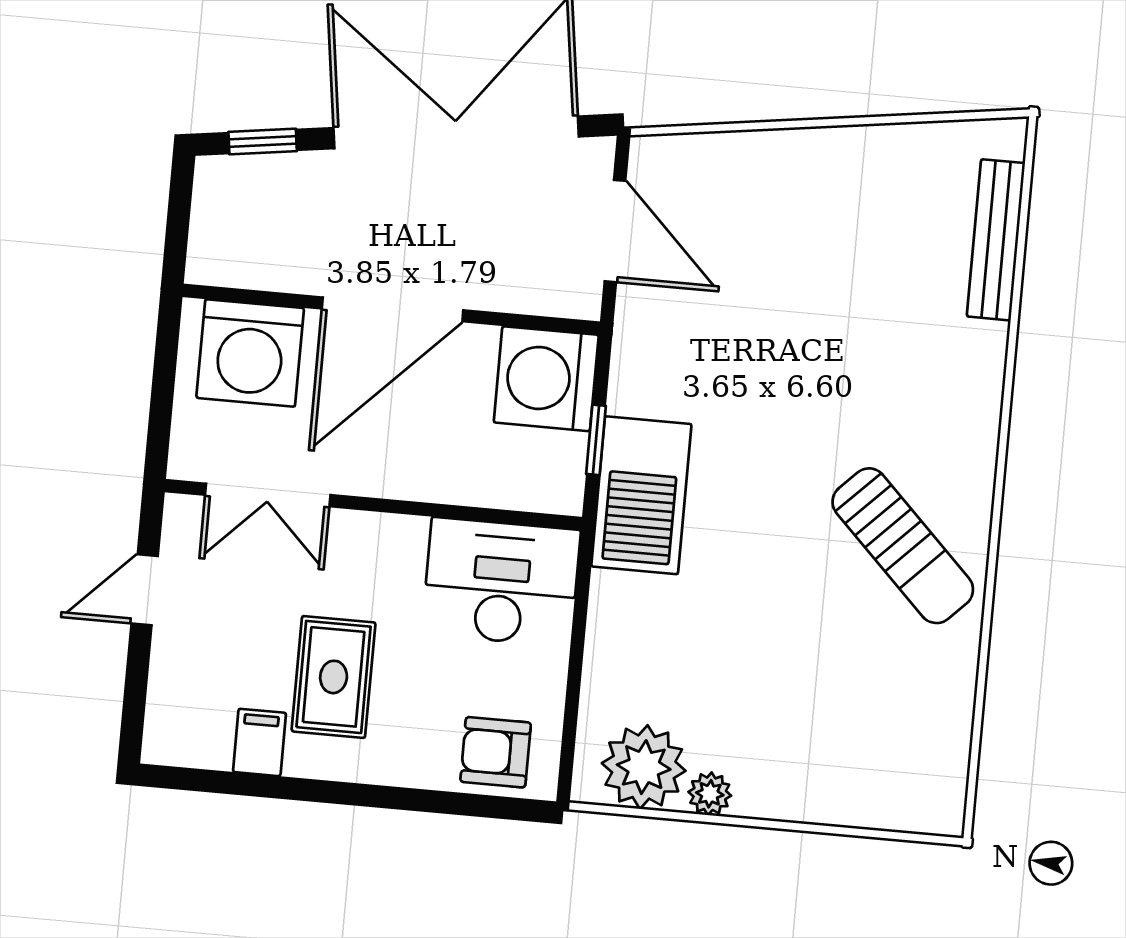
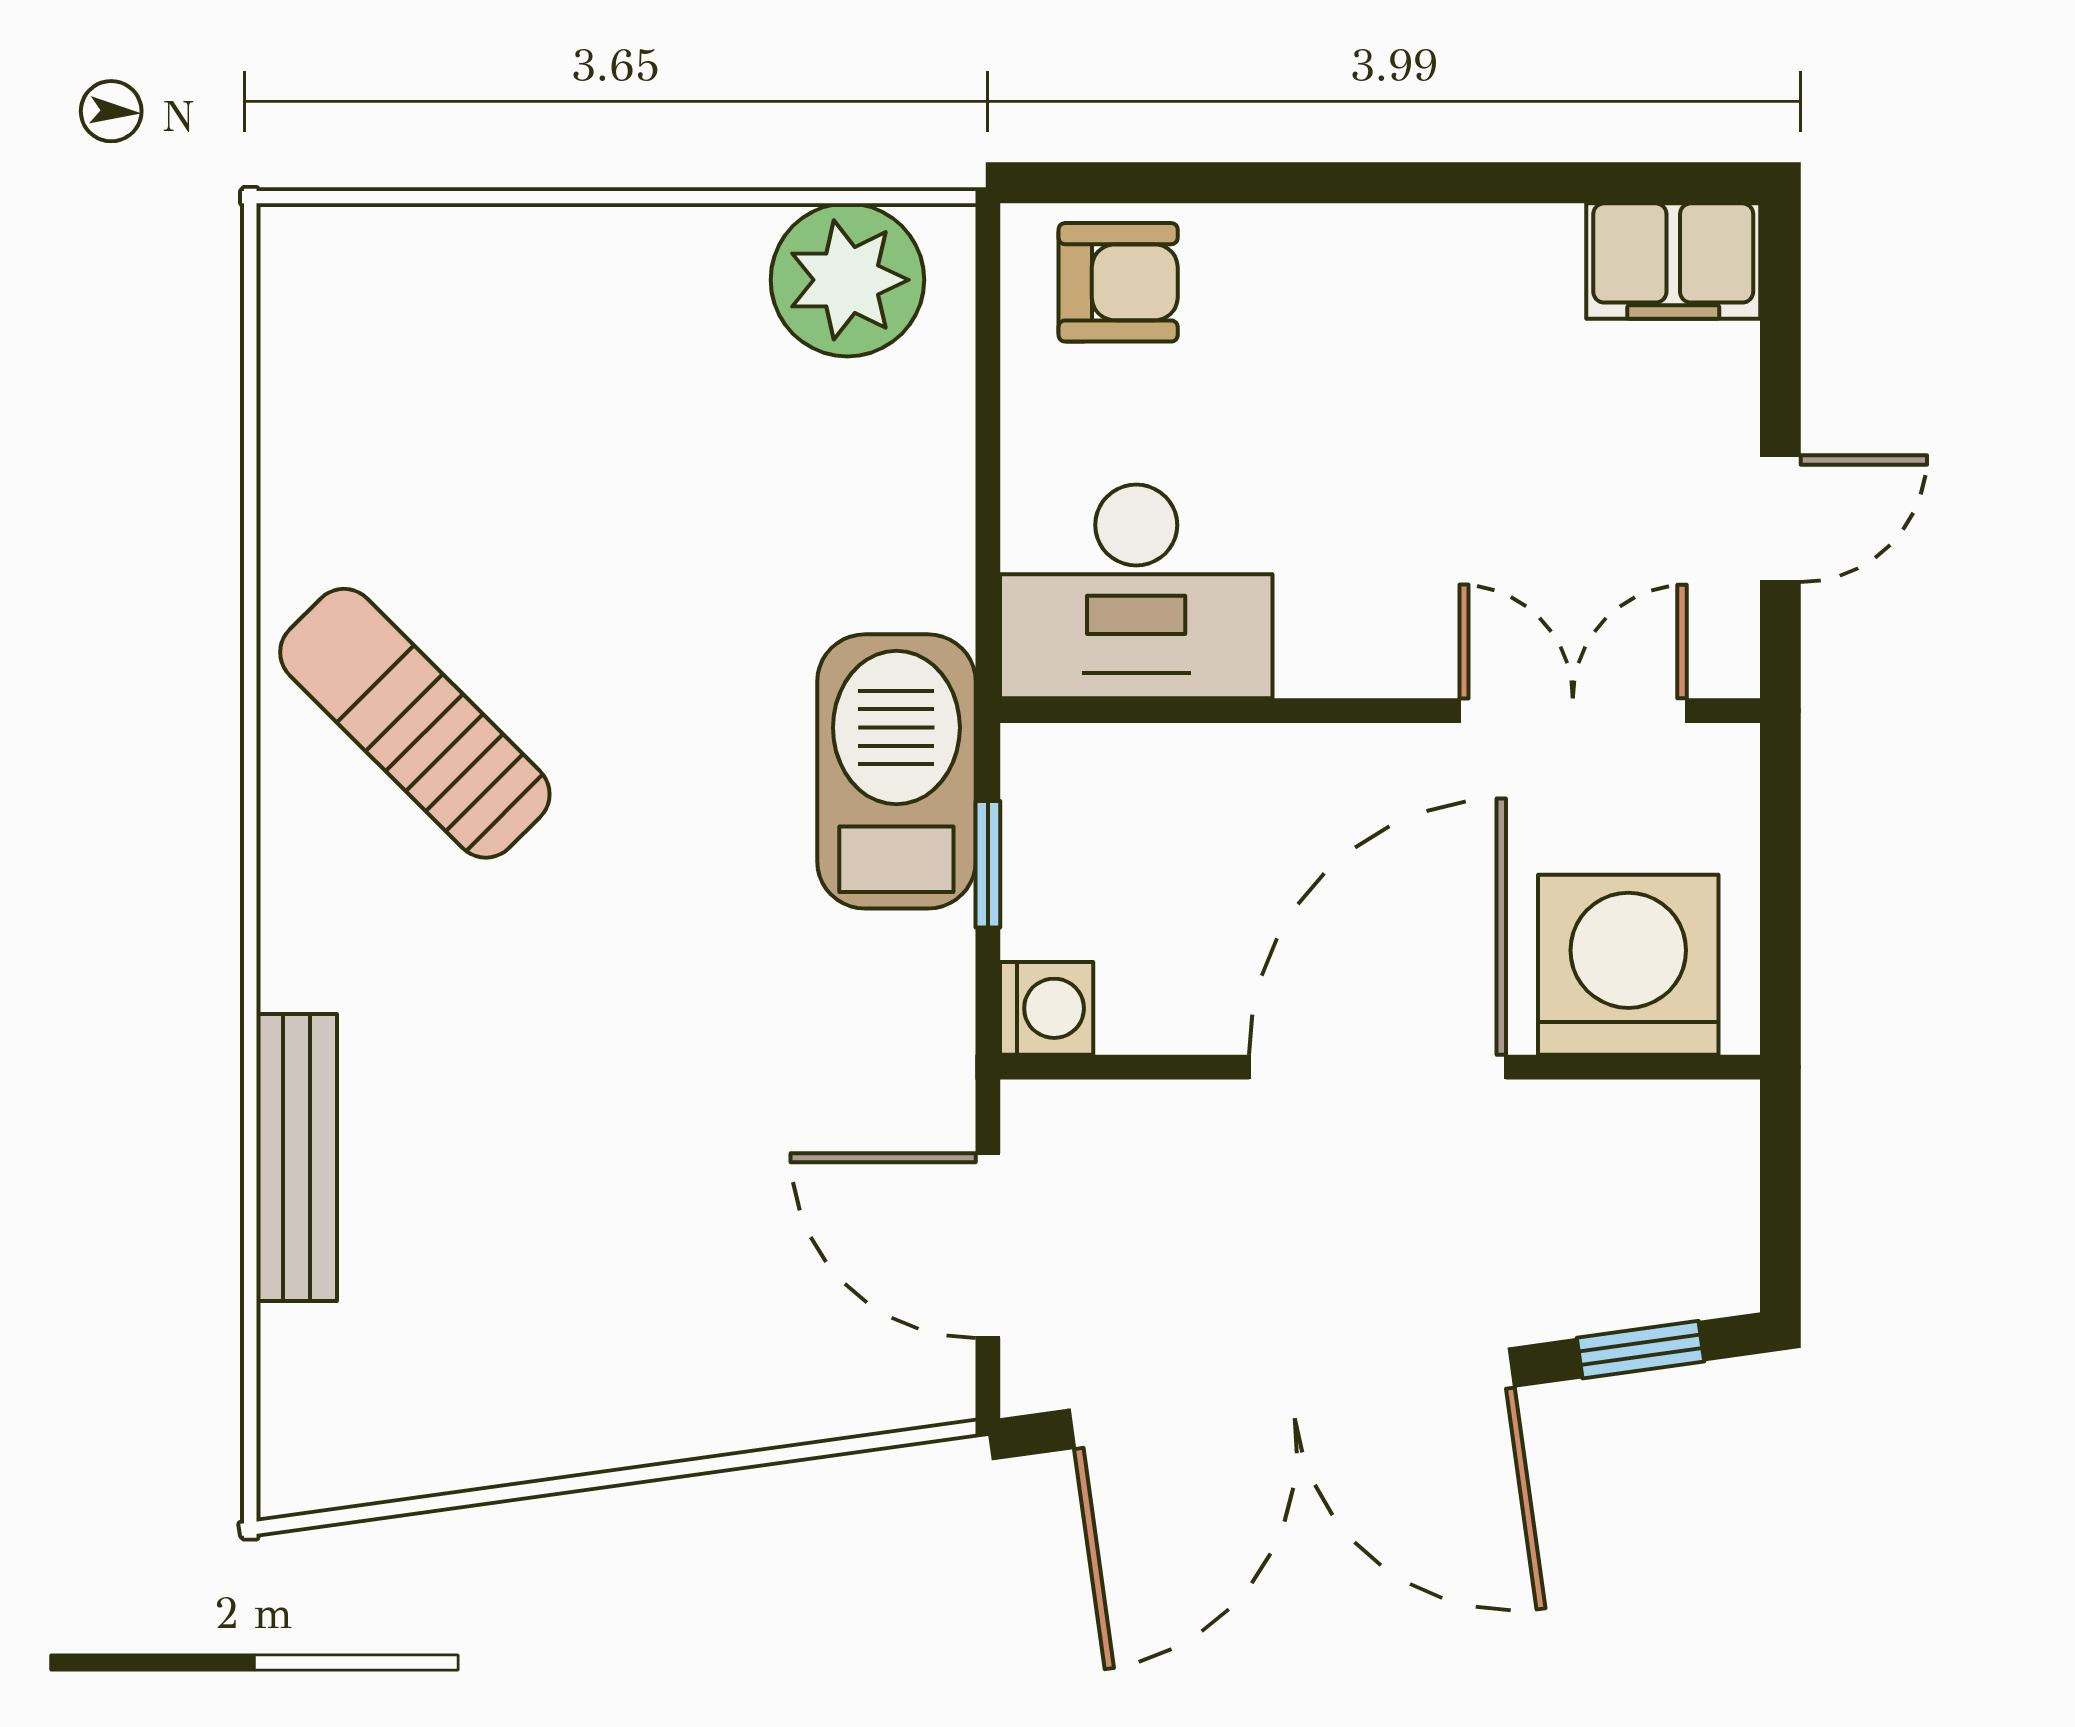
bench: (996, 240) -> (297, 1157), moved
washing machine: (546, 379) -> (1047, 1008), width x0.53, depth x0.53
rug: (334, 677) -> (1424, 392), removed
filing cabinet: (259, 742) -> (1673, 261), moved, width x2.00
plant: (710, 794) -> (723, 242), removed

